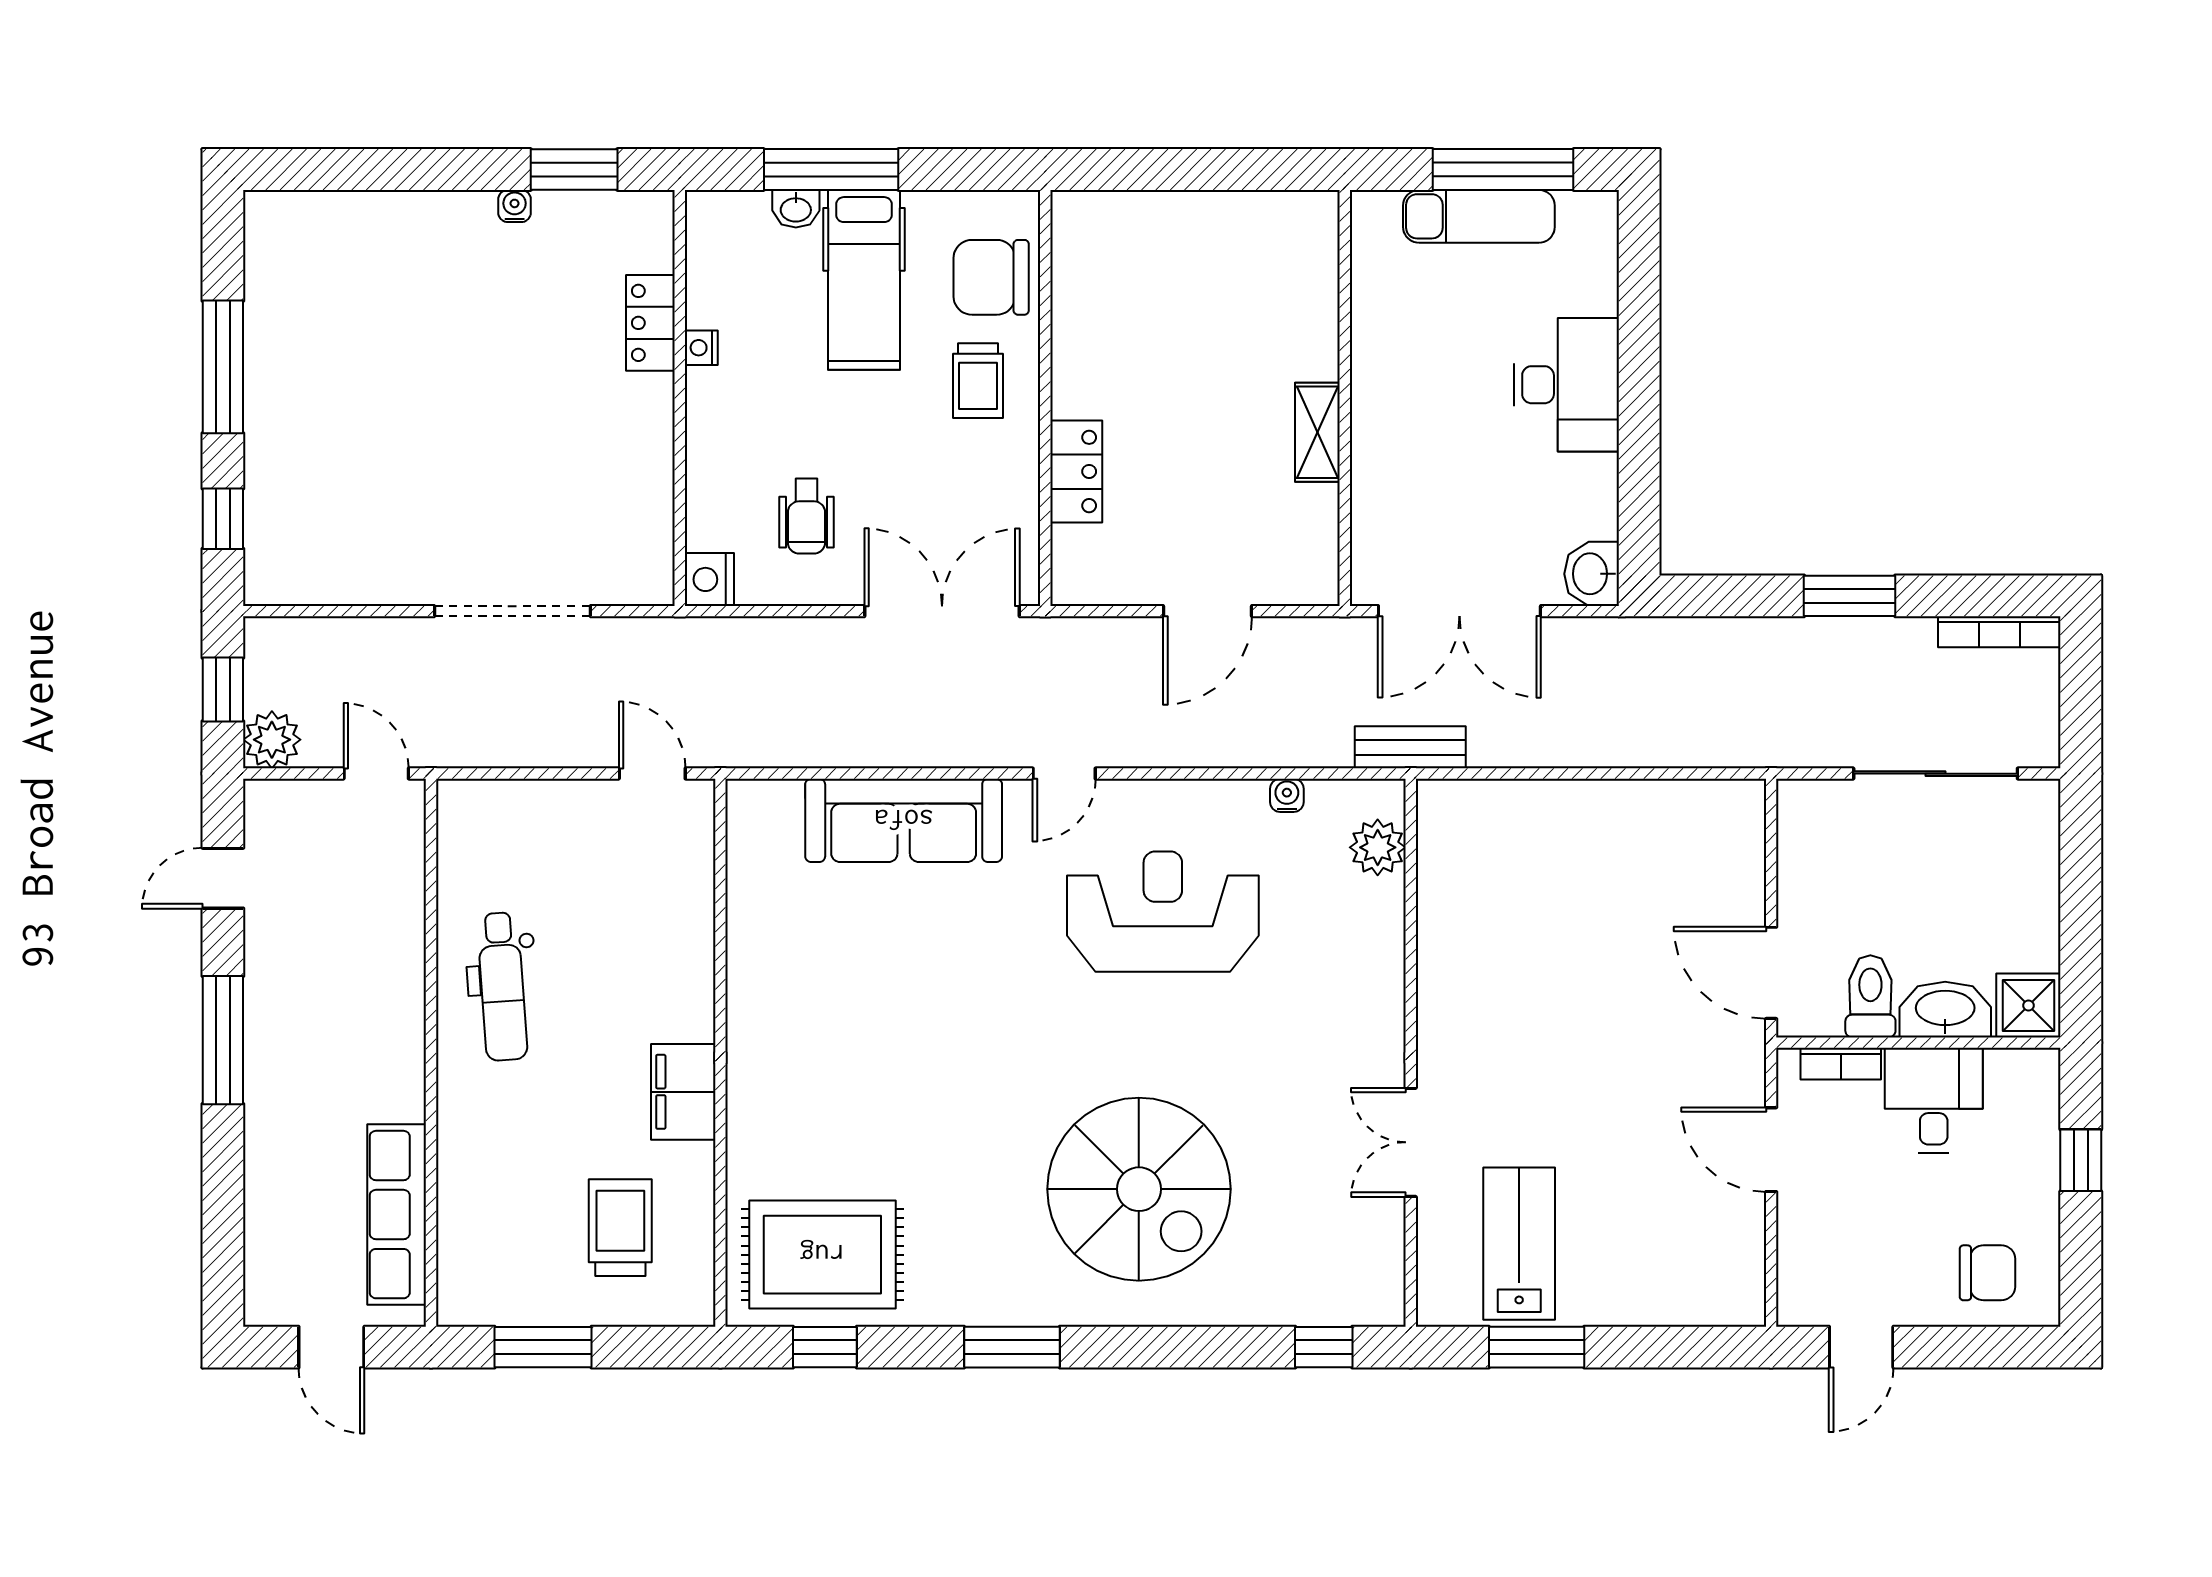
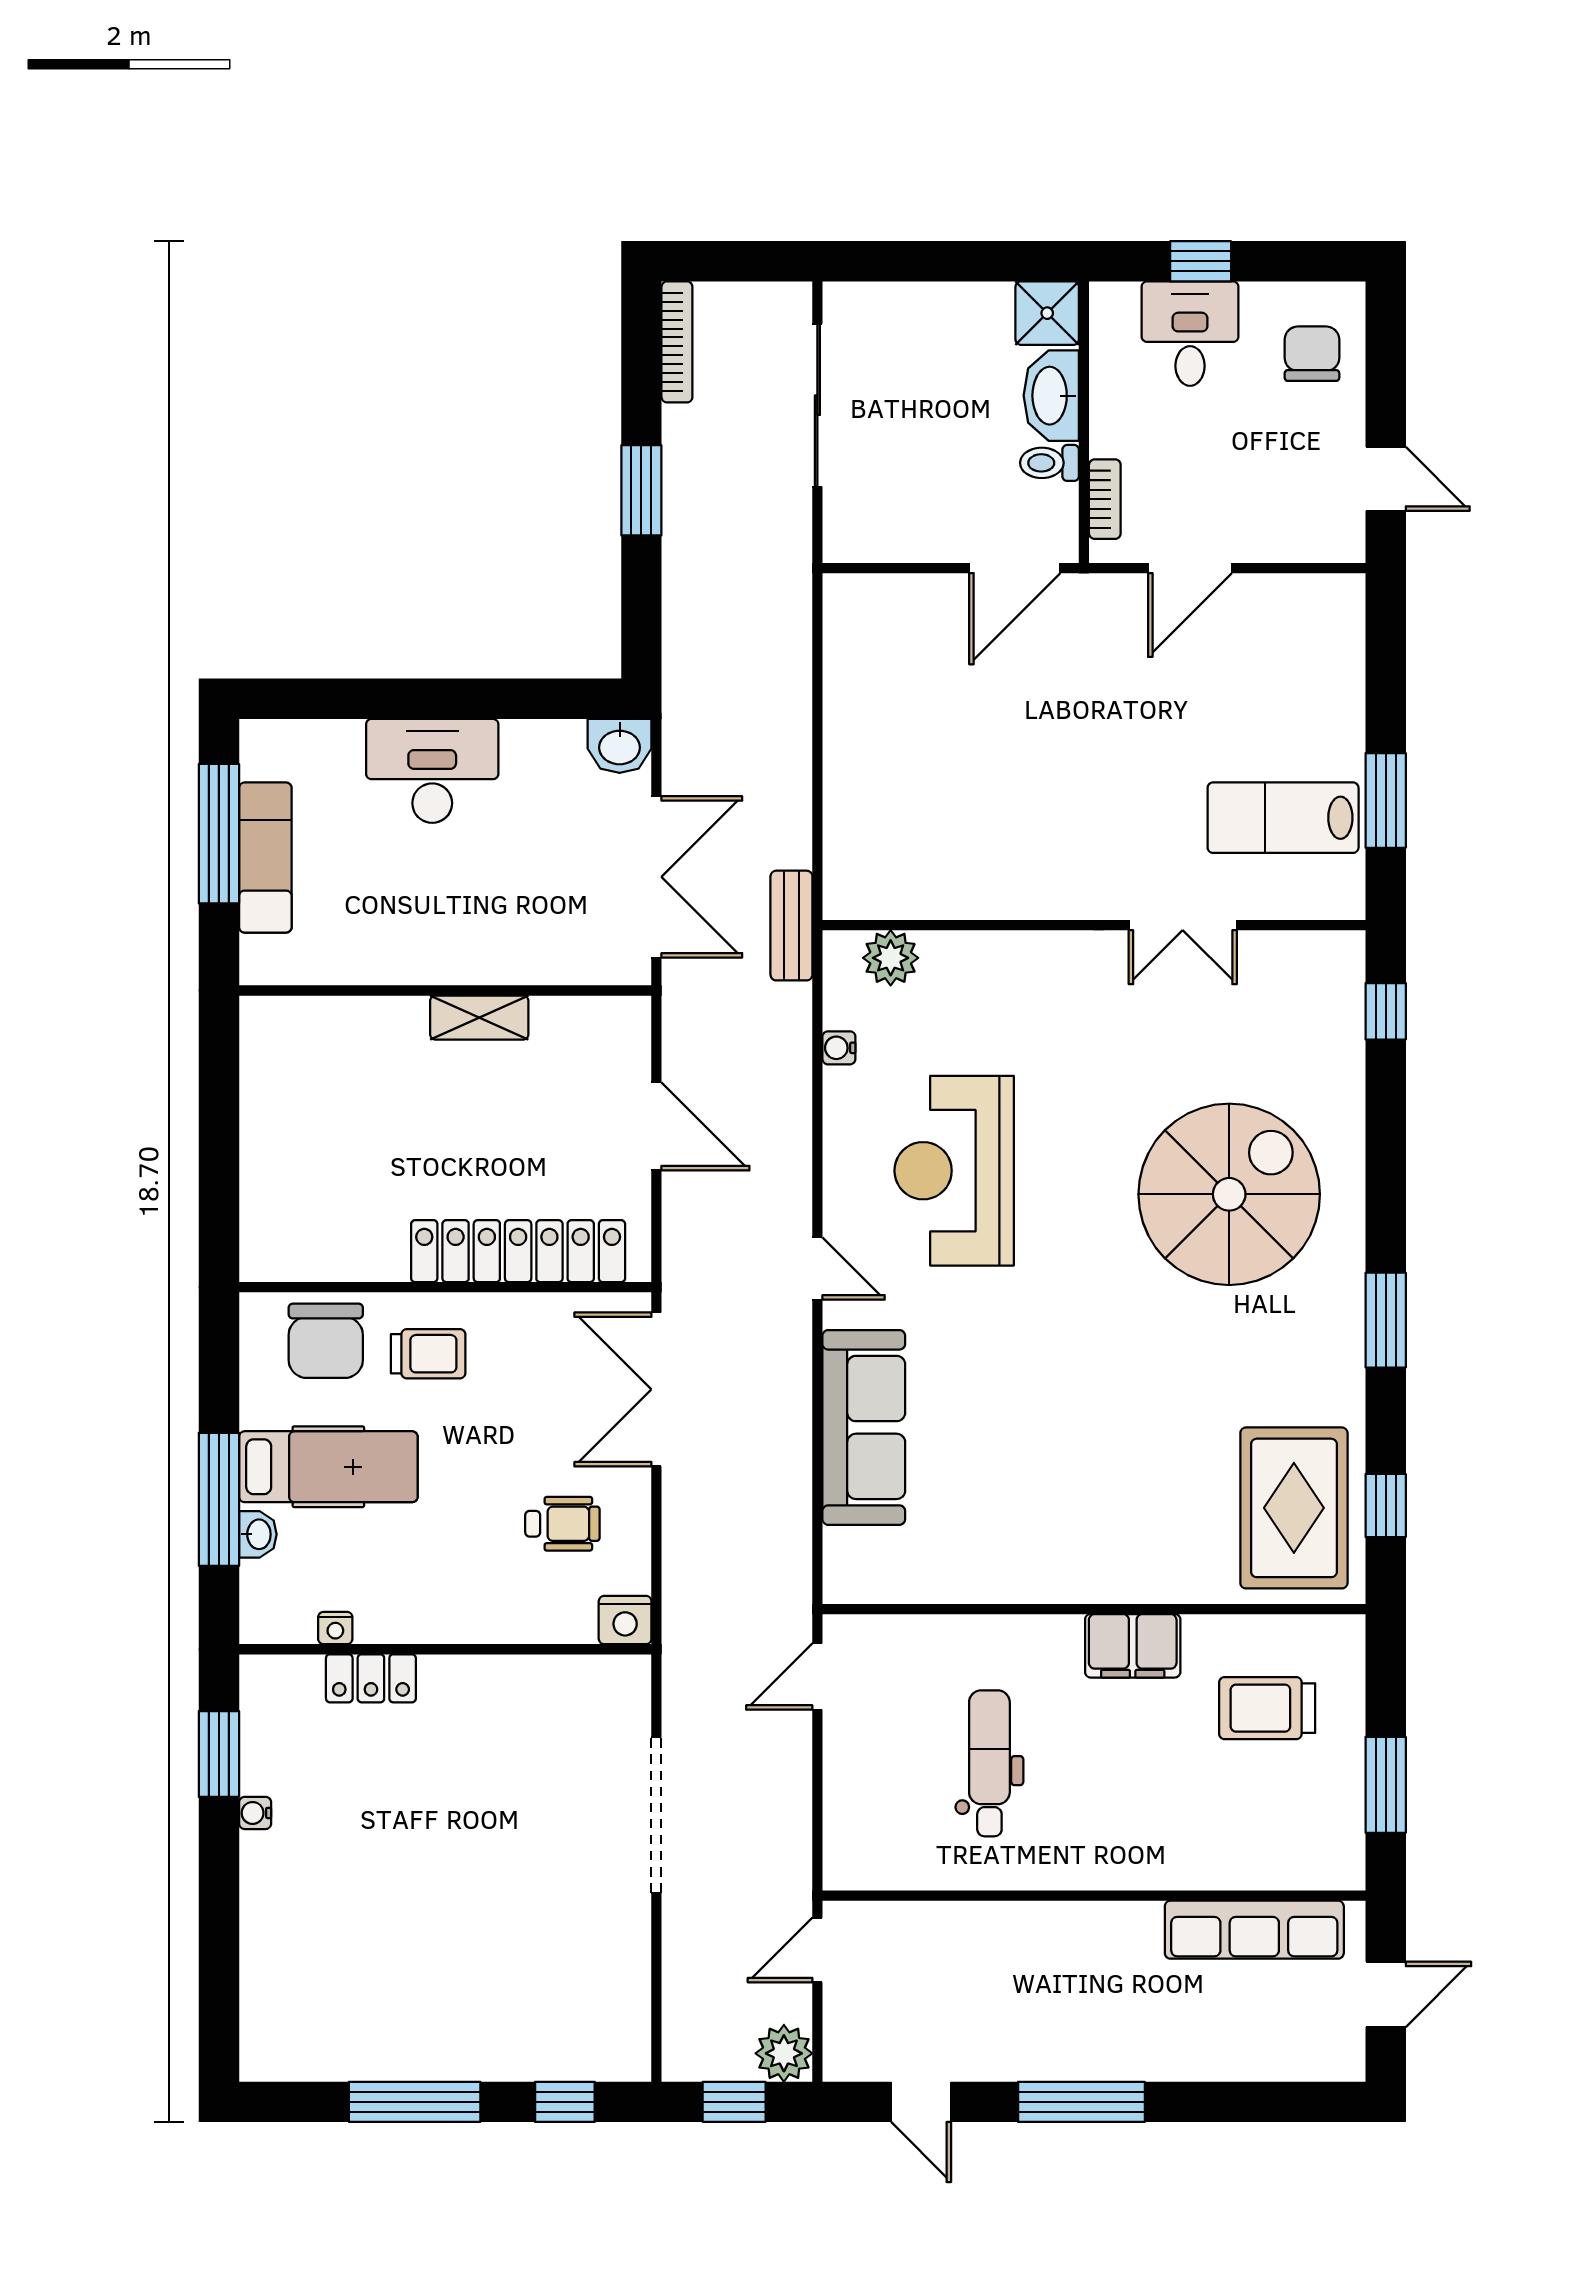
nightstand: (701, 348) -> (335, 1628), moved
locker: (1076, 471) -> (518, 1251), width x2.16, depth x1.21
dental chair: (502, 986) -> (989, 1763), moved, turned -86
toilet: (1870, 996) -> (1049, 463), width x0.73, depth x0.72
desk: (1934, 1100) -> (1190, 334), moved, turned 90

